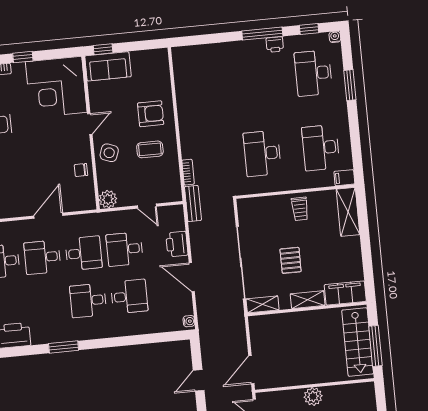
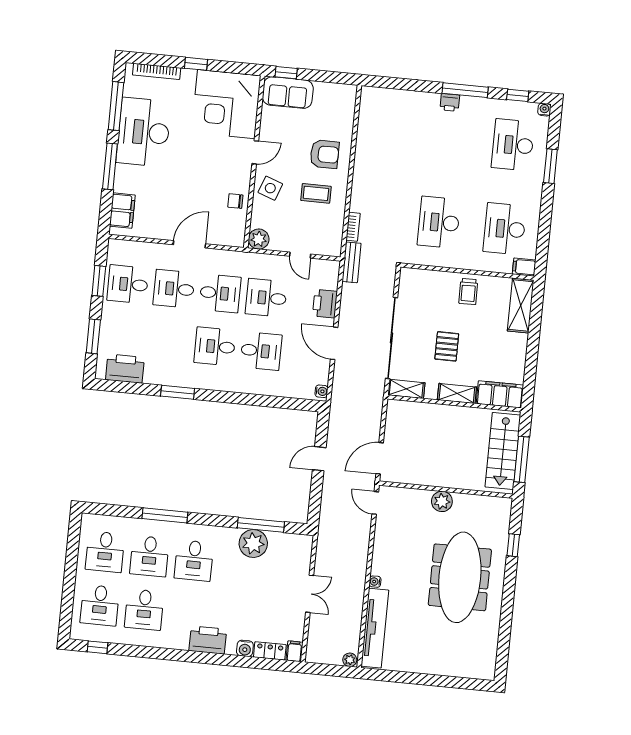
printer: (275, 45) -> (450, 102), moved

